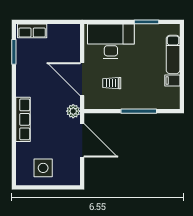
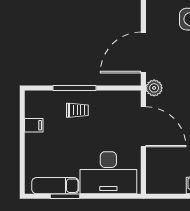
exam couch: (173, 54) -> (55, 186), moved, turned -90
trolley: (112, 83) -> (77, 110), moved
door: (82, 140) -> (143, 53), hinge flipped

